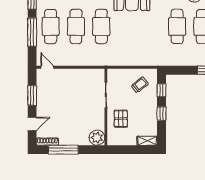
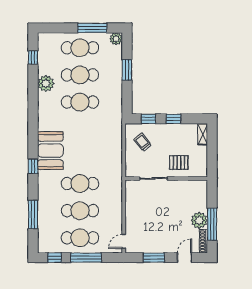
door: (32, 124) -> (184, 258), hinge flipped
plant: (97, 138) -> (199, 220), moved

